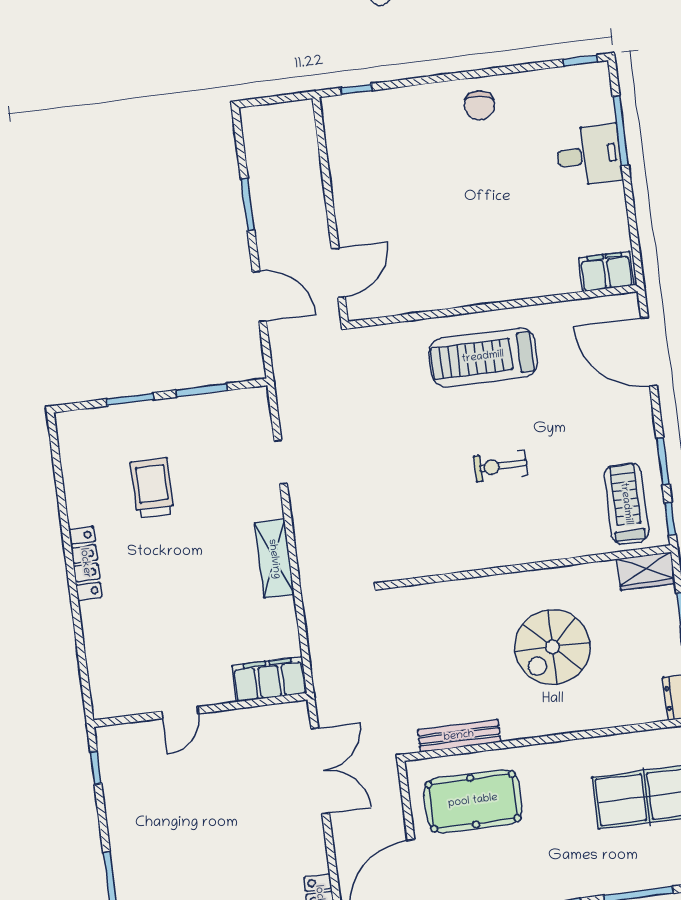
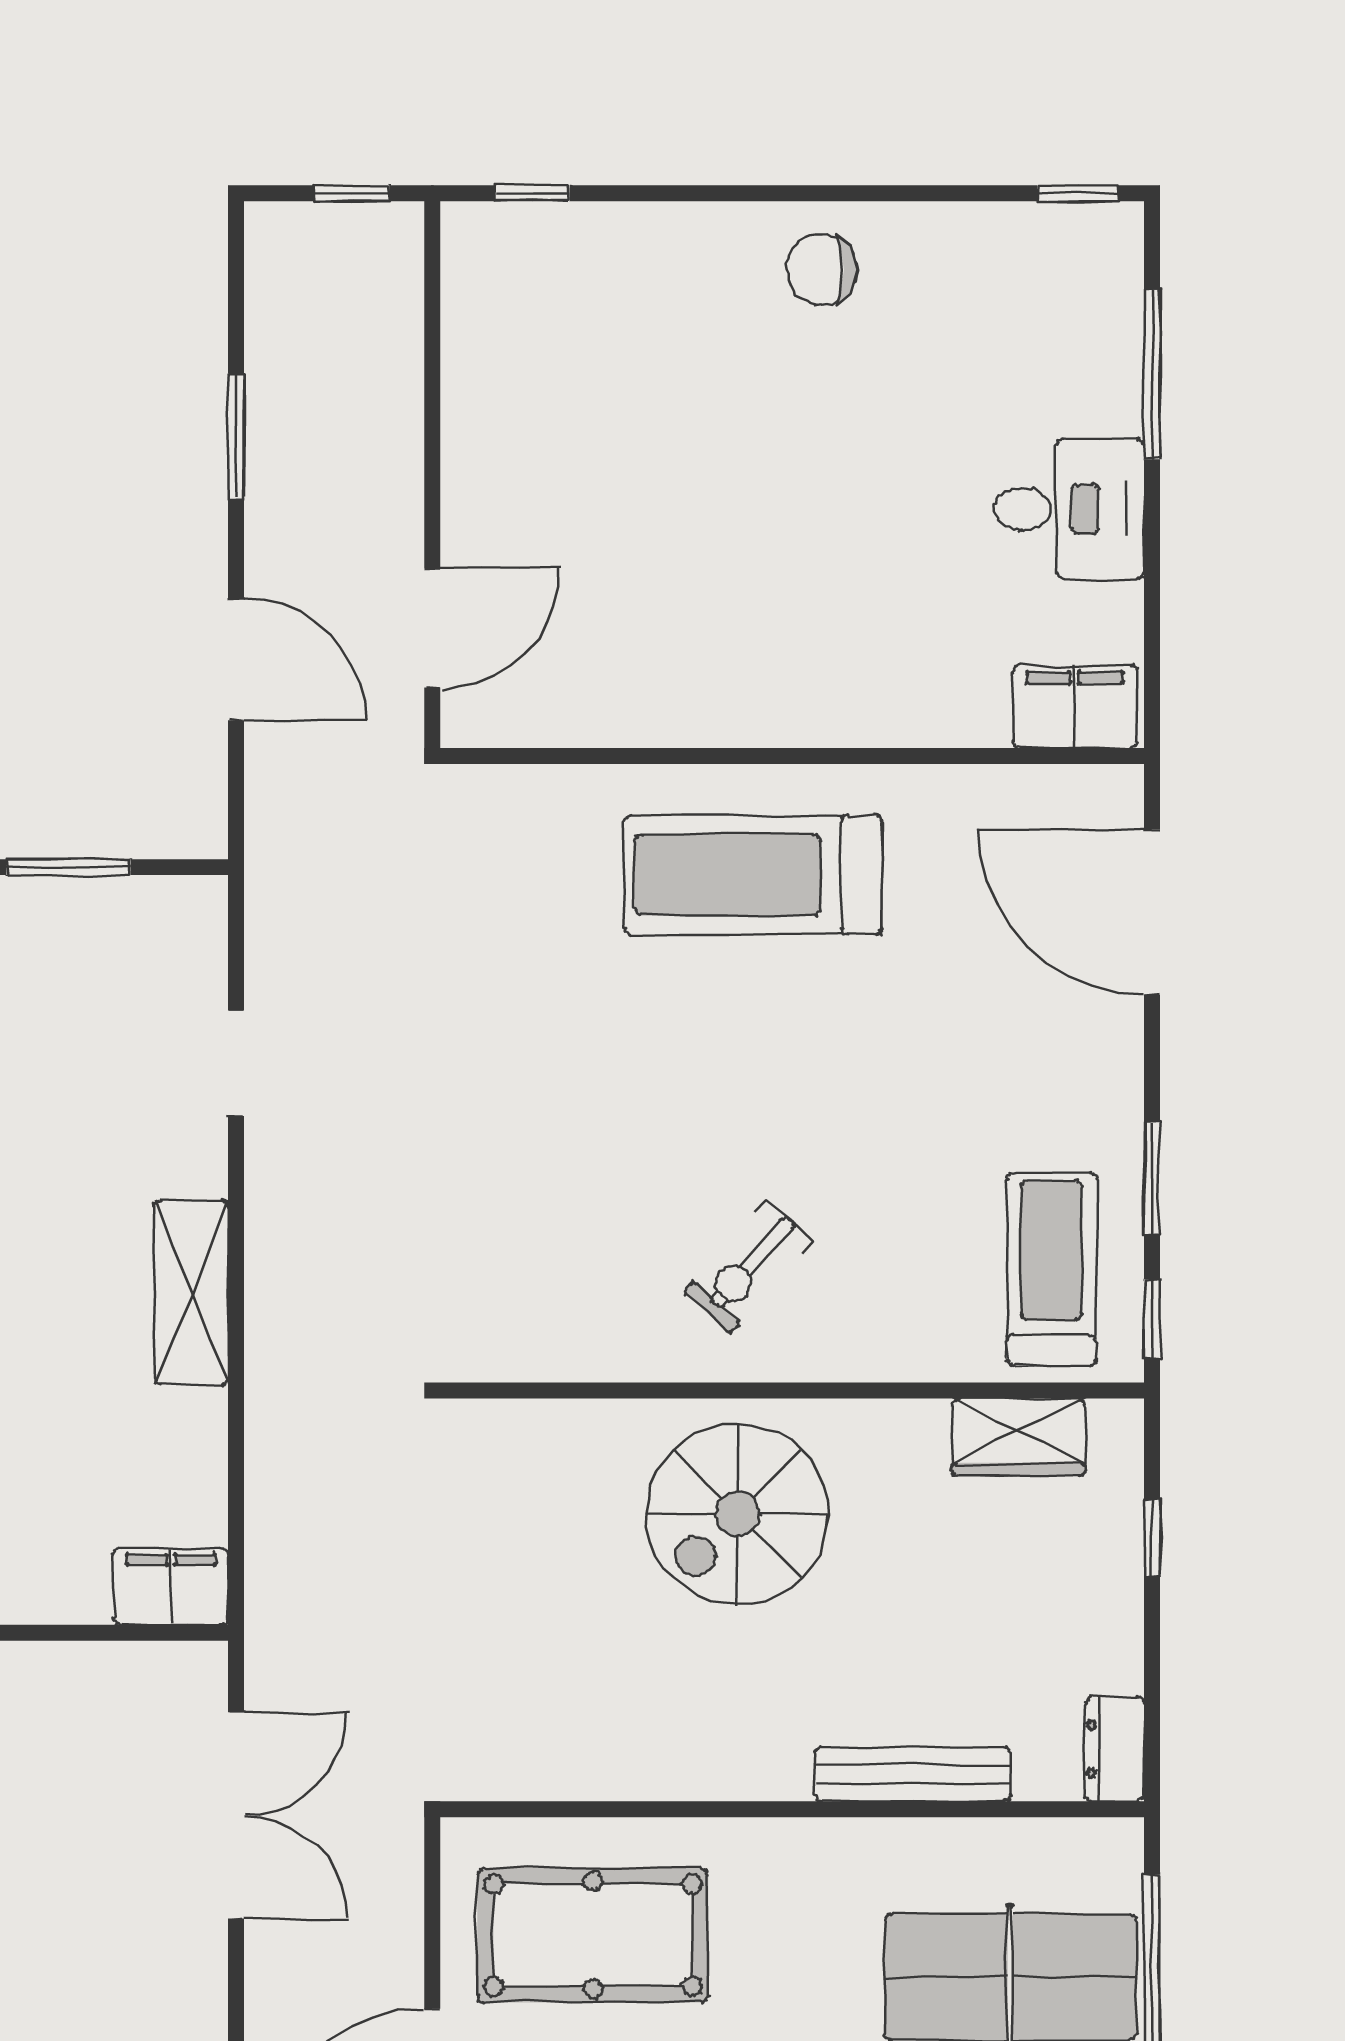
window: (282, 99) -> (352, 193), added
chair: (479, 105) -> (821, 270), turned 83
desk: (589, 155) -> (1069, 509), moved
exercise bike: (501, 466) -> (749, 1267), moved, turned -48
wardrobe: (646, 571) -> (1019, 1437), moved
spiral stairs: (552, 647) -> (738, 1514), moved
filing cabinet: (269, 679) -> (171, 1587), width x0.67, depth x0.86
bench: (459, 736) -> (913, 1774), moved

